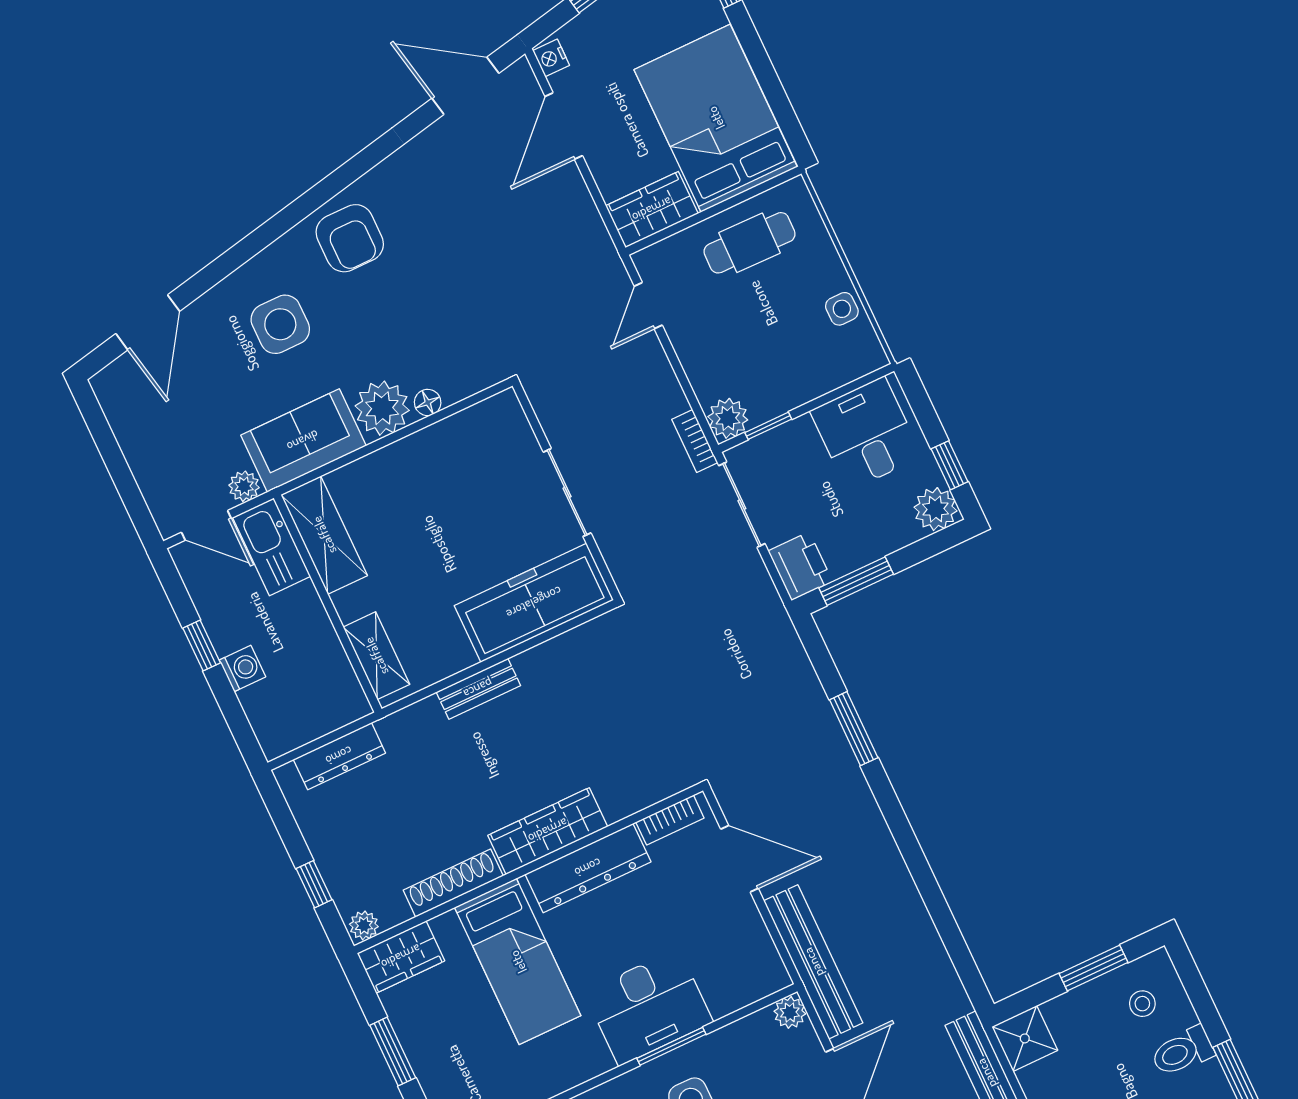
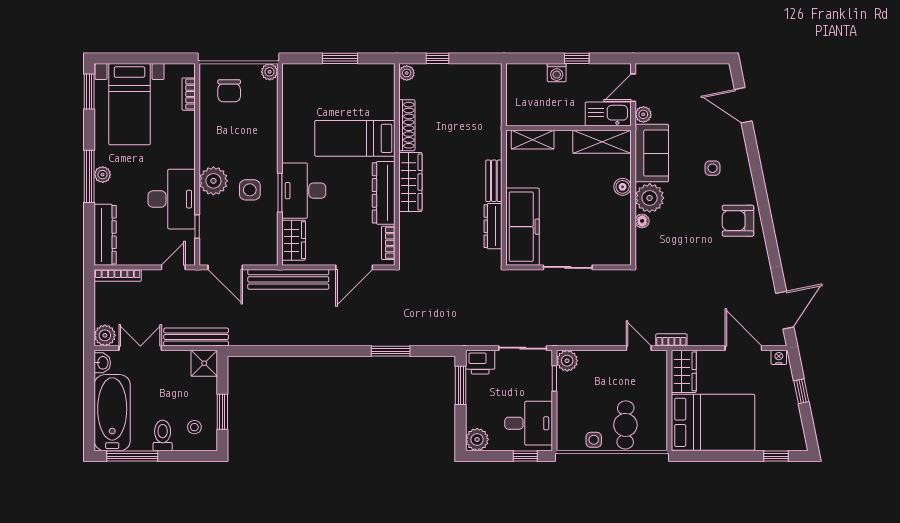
cafe table: (750, 243) -> (625, 425), moved
side table: (280, 324) -> (712, 168), width x0.54, depth x0.54
bookcase: (695, 441) -> (671, 340), moved
boiler: (385, 463) -> (623, 187), added
window: (950, 465) -> (525, 456), moved
dresser: (339, 756) -> (493, 226), moved
wardrobe: (401, 957) -> (294, 240), moved, turned 180
plant: (790, 1012) -> (269, 257), removed

